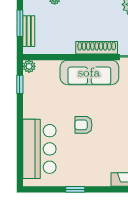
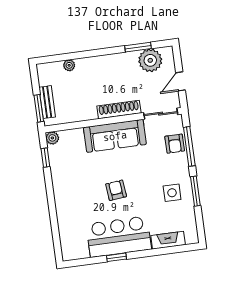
window: (20, 23) -> (39, 108), moved
armchair: (84, 125) -> (116, 190), turned 84
bar counter: (39, 149) -> (119, 237), moved, turned -90

